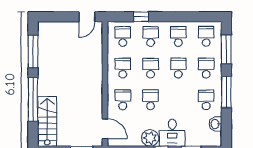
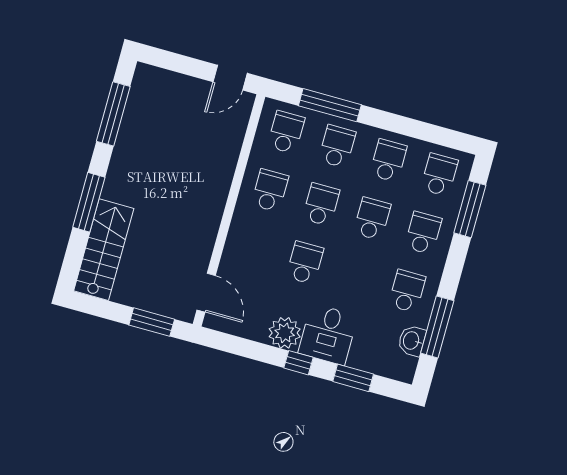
window: (141, 17) -> (330, 105), width x2.17
window: (226, 92) -> (437, 327), moved
window: (33, 99) -> (89, 202), width x0.68
school desk: (123, 100) -> (254, 249), removed

